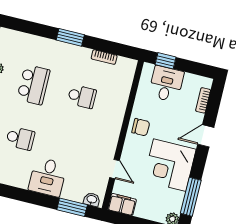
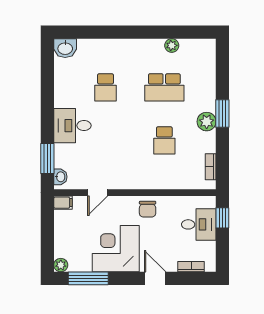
plant: (74, 54) -> (207, 122), added
bookcase: (104, 57) -> (211, 167), moved
filing cabinet: (122, 204) -> (63, 203), width x0.50

